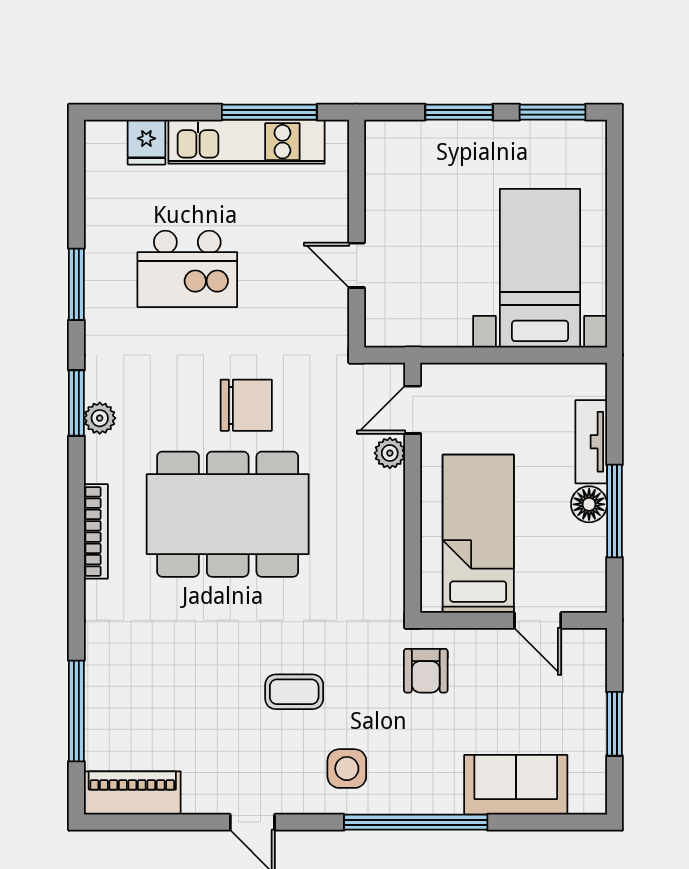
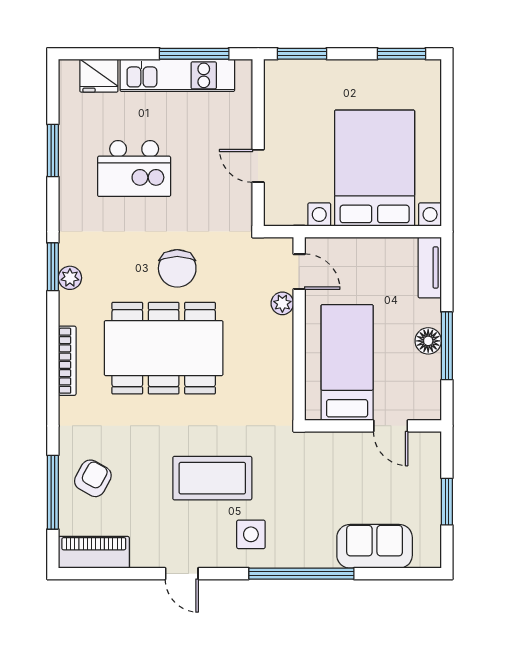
window: (459, 112) -> (302, 54), moved
fridge: (146, 142) -> (99, 76), width x1.38
bed with nightstands: (540, 268) -> (375, 168), width x1.36
window: (76, 284) -> (53, 150), moved
chair: (246, 405) -> (177, 268), turned 90
door: (413, 410) -> (299, 272), swing flipped
tv unit: (591, 442) -> (430, 267), moved
armchair: (426, 671) -> (93, 478), moved, turned -151
coffee table: (294, 692) -> (212, 478), width x1.86, depth x1.72

